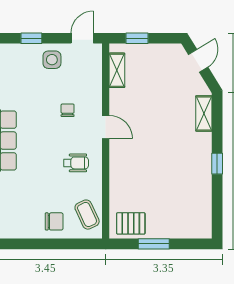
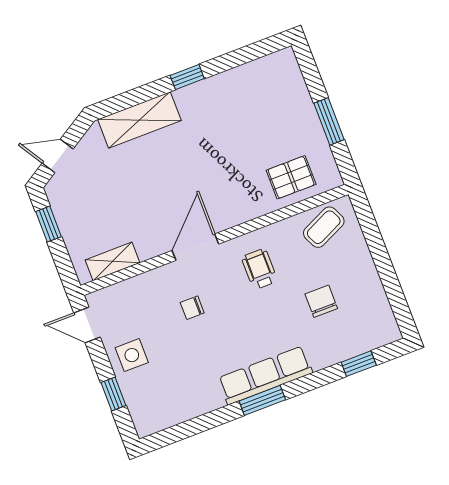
window: (137, 38) -> (48, 224), moved
shelving: (204, 113) -> (139, 120), width x1.50, depth x1.33
door: (106, 127) -> (195, 247), width x1.38
chair: (54, 221) -> (321, 301), moved
pallet: (131, 223) -> (291, 177), moved, turned 90

